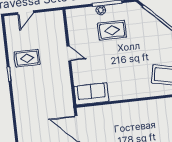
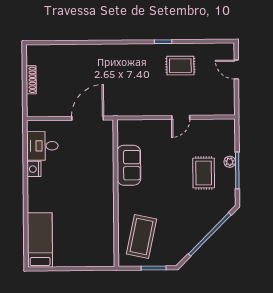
rug: (27, 58) -> (180, 66), turned 90
sofa: (91, 94) -> (129, 165), moved

